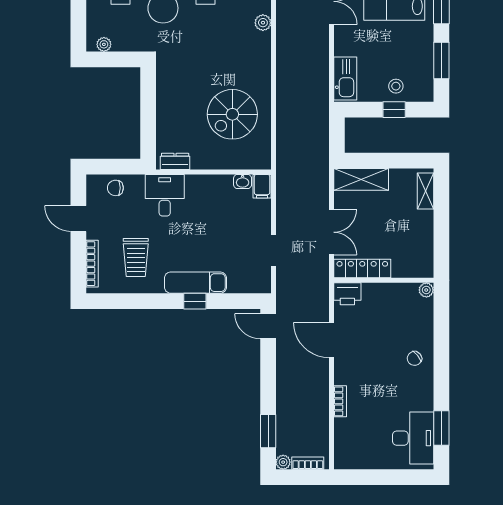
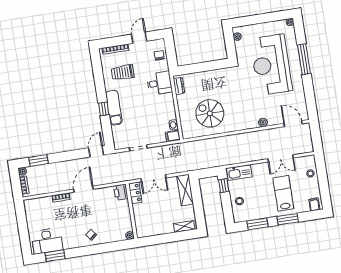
window: (394, 110) -> (224, 186), moved
locker: (362, 269) -> (135, 193), width x0.66
door: (332, 340) -> (83, 189), moved

